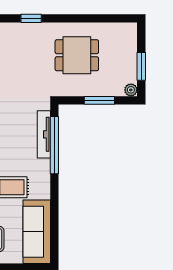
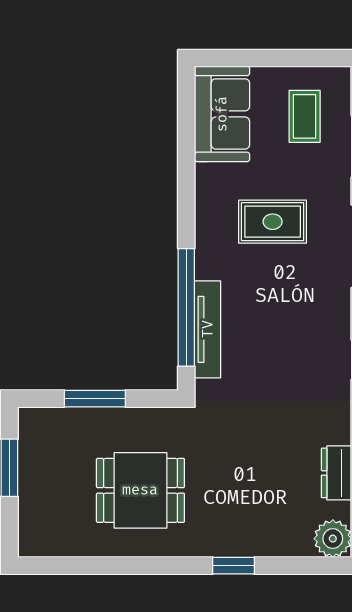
plant: (131, 90) -> (31, 420), removed
sofa: (37, 232) -> (222, 114), width x0.73

